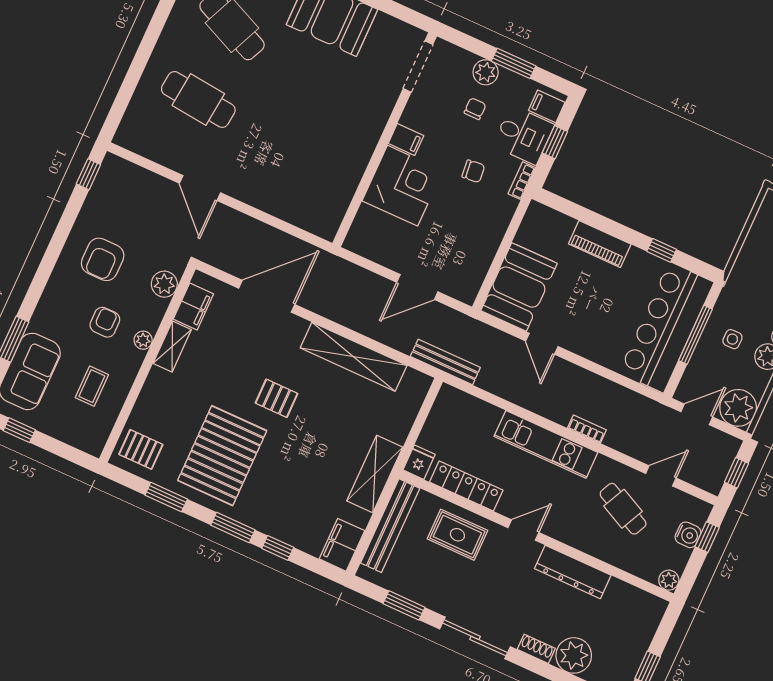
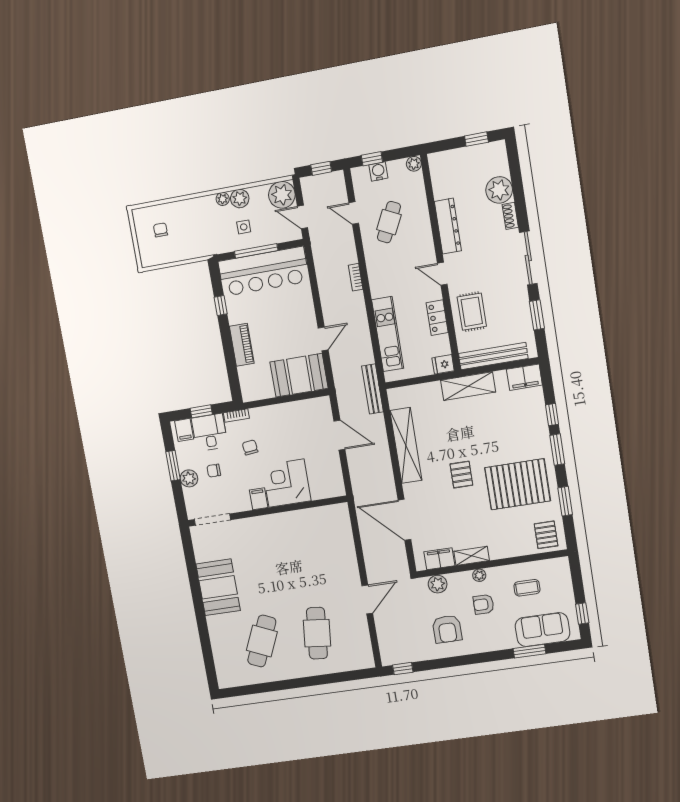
armchair: (103, 259) -> (447, 629), turned 90
kitchen unit: (546, 444) -> (388, 334), moved
locker: (466, 486) -> (437, 318), width x0.66

